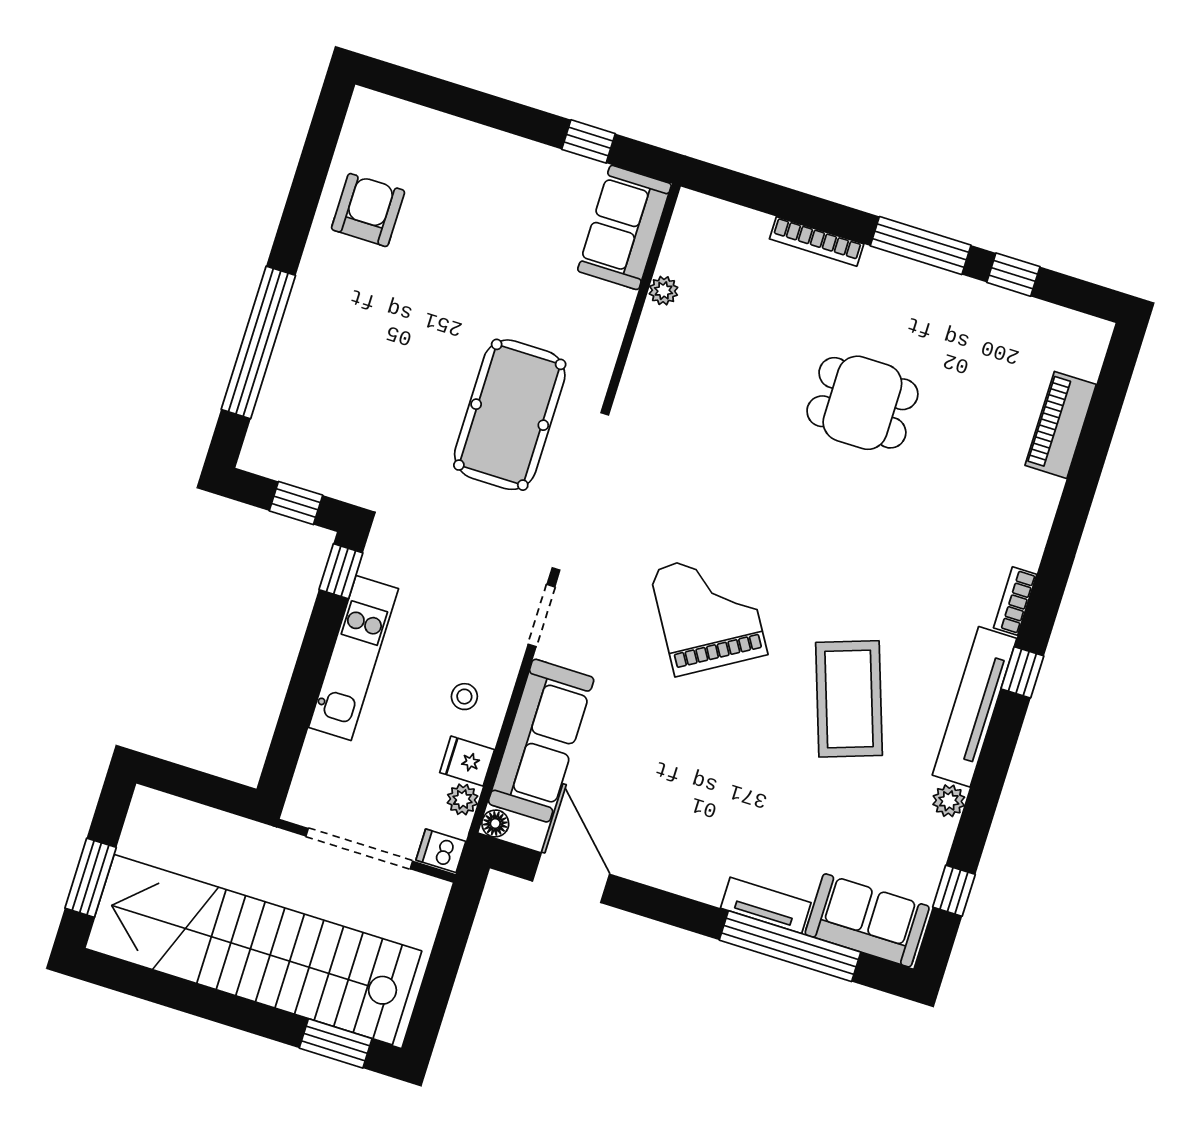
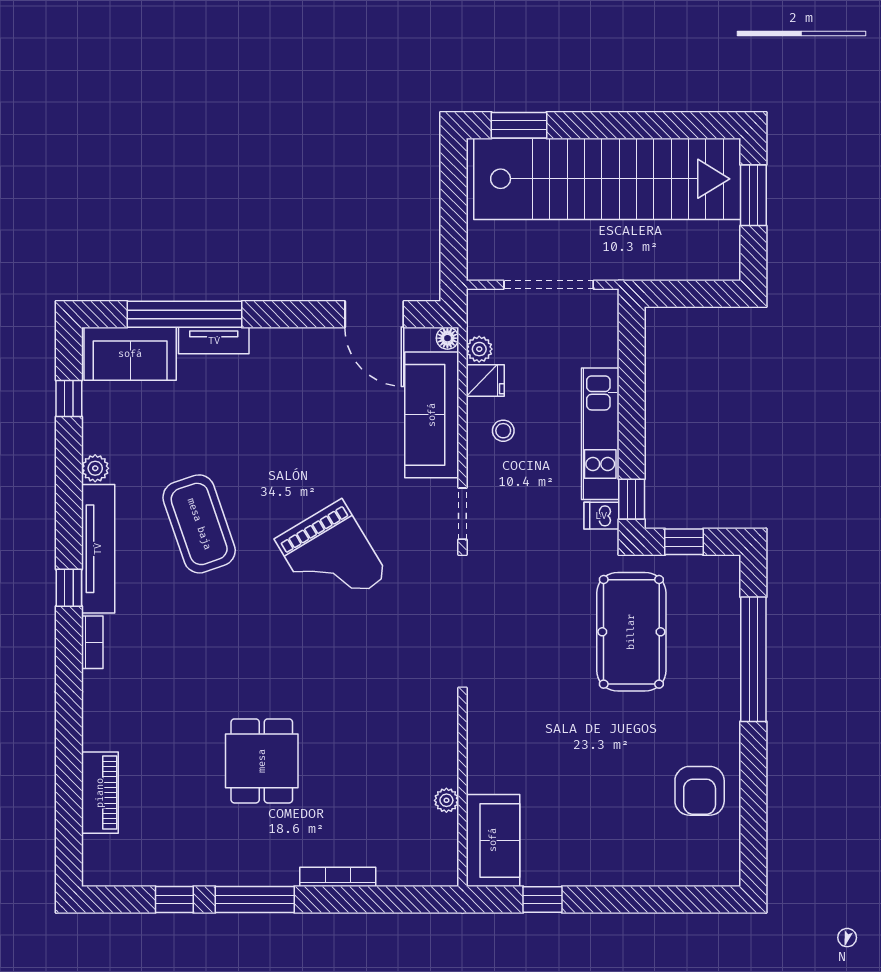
dining table: (862, 403) -> (262, 761), turned 90
pool table: (510, 415) -> (631, 632), moved
dishwasher: (441, 851) -> (601, 516), moved, turned 180

